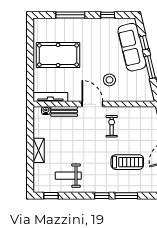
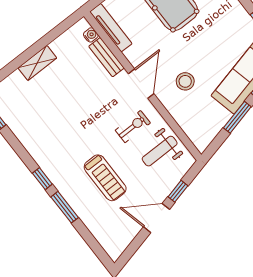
weight bench: (68, 176) -> (160, 151), moved, turned -90

